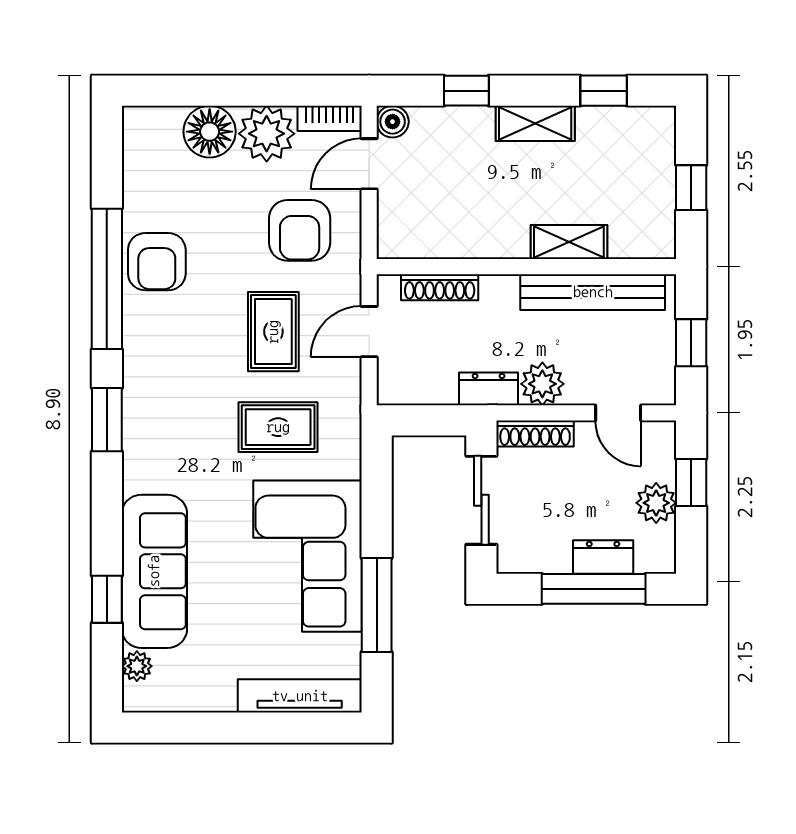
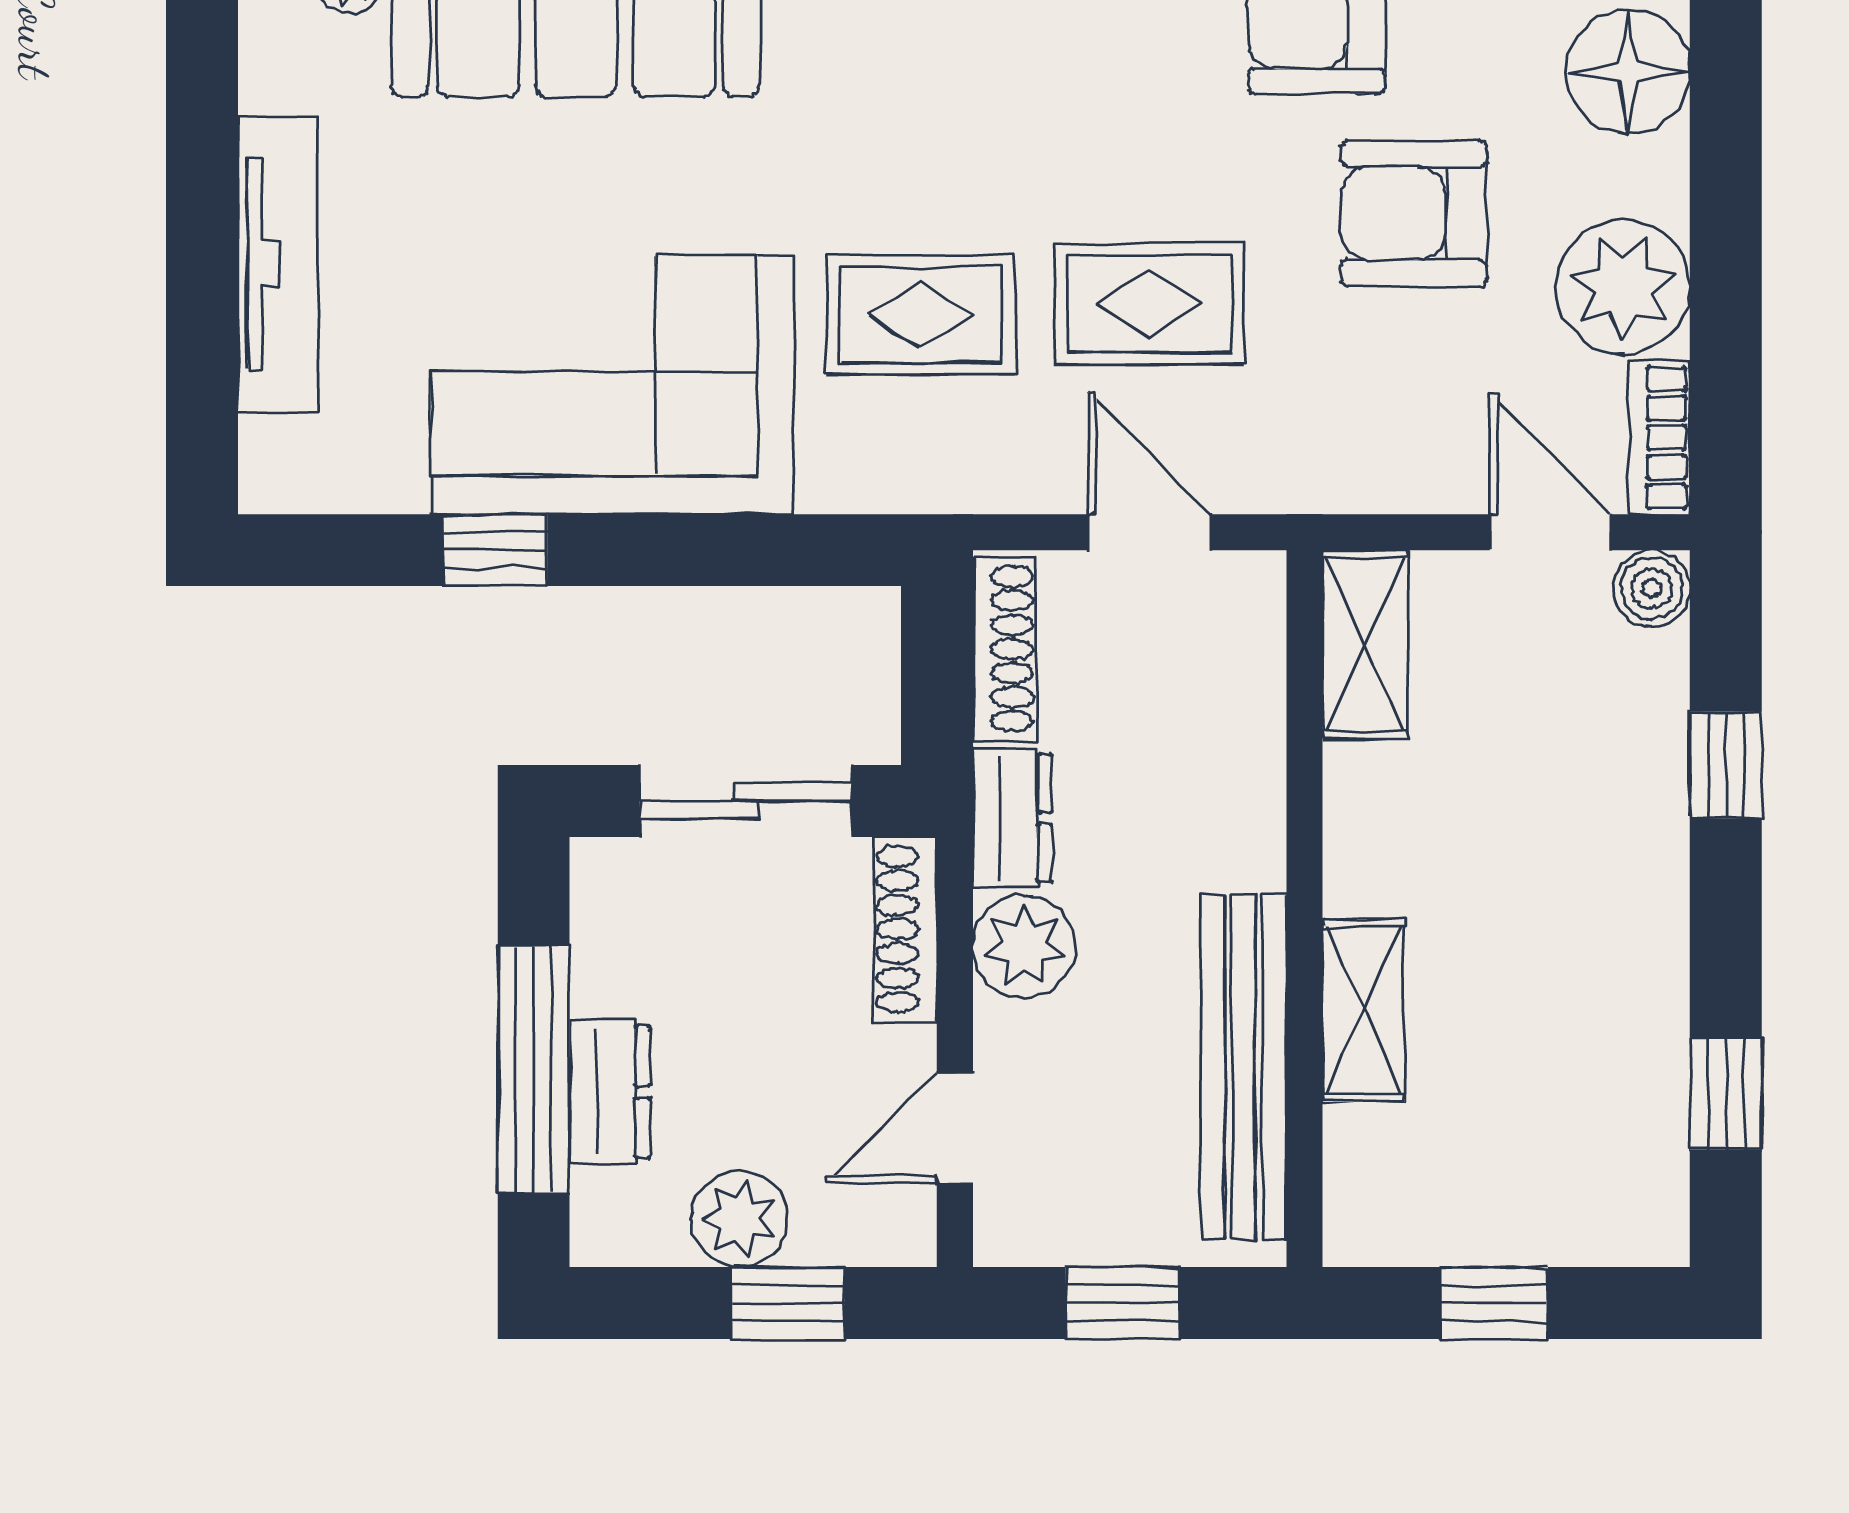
shelving: (535, 123) -> (1365, 644), moved
floor lamp: (210, 132) -> (1628, 72), moved
armchair: (300, 230) -> (1414, 213), moved
shoe rack: (440, 287) -> (1004, 649), moved, turned 180
rug: (278, 427) -> (921, 315), turned 90
window: (377, 605) -> (495, 550), width x0.46
tv unit: (300, 696) -> (278, 264), moved

